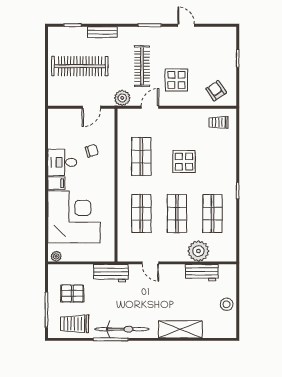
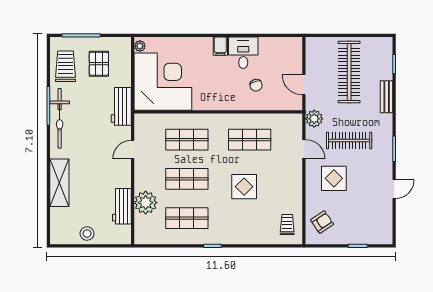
corner desk: (74, 217) -> (163, 82), moved, turned -90

